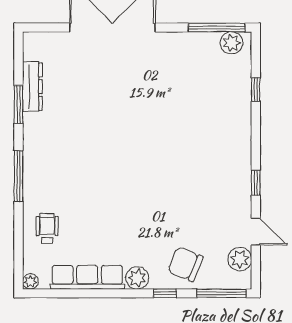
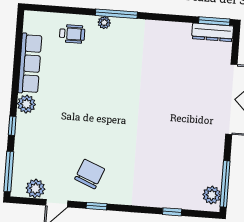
dresser: (32, 87) -> (213, 32), moved
window: (18, 104) -> (214, 21), moved
chair: (185, 264) -> (90, 174), moved
plant: (30, 281) -> (104, 23), moved

